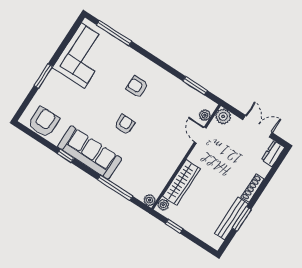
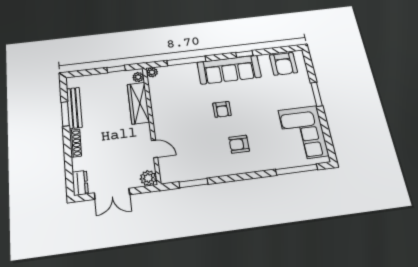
armchair: (137, 87) -> (239, 144), turned 180
plant: (205, 115) -> (165, 167), removed

